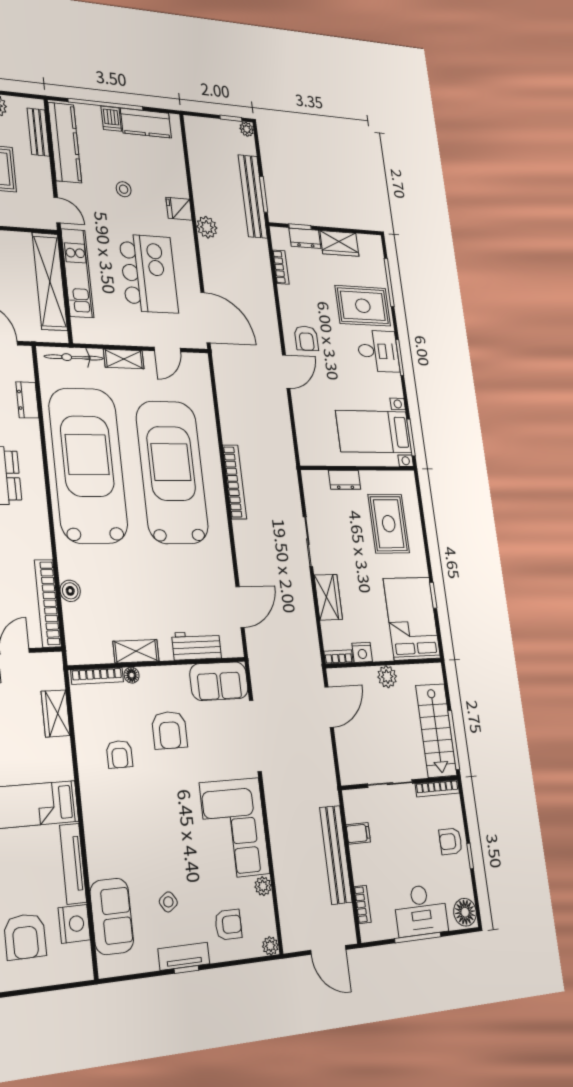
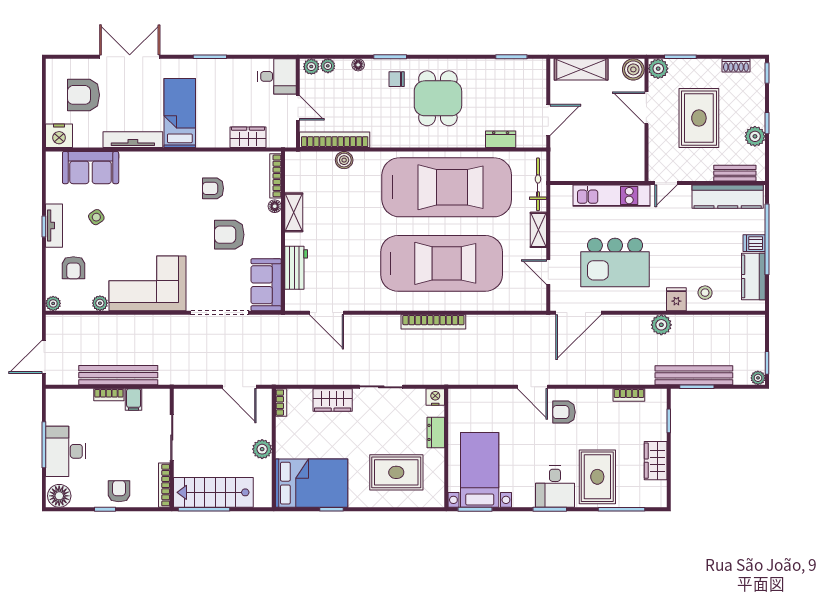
stool: (124, 189) -> (705, 293), moved
dresser: (305, 238) -> (658, 424), removed
shelving: (50, 281) -> (603, 170), removed
nightstand: (362, 652) -> (435, 397), moved, turned 90
bookcase: (362, 904) -> (109, 395), moved
nightstand: (74, 924) -> (59, 136), moved

